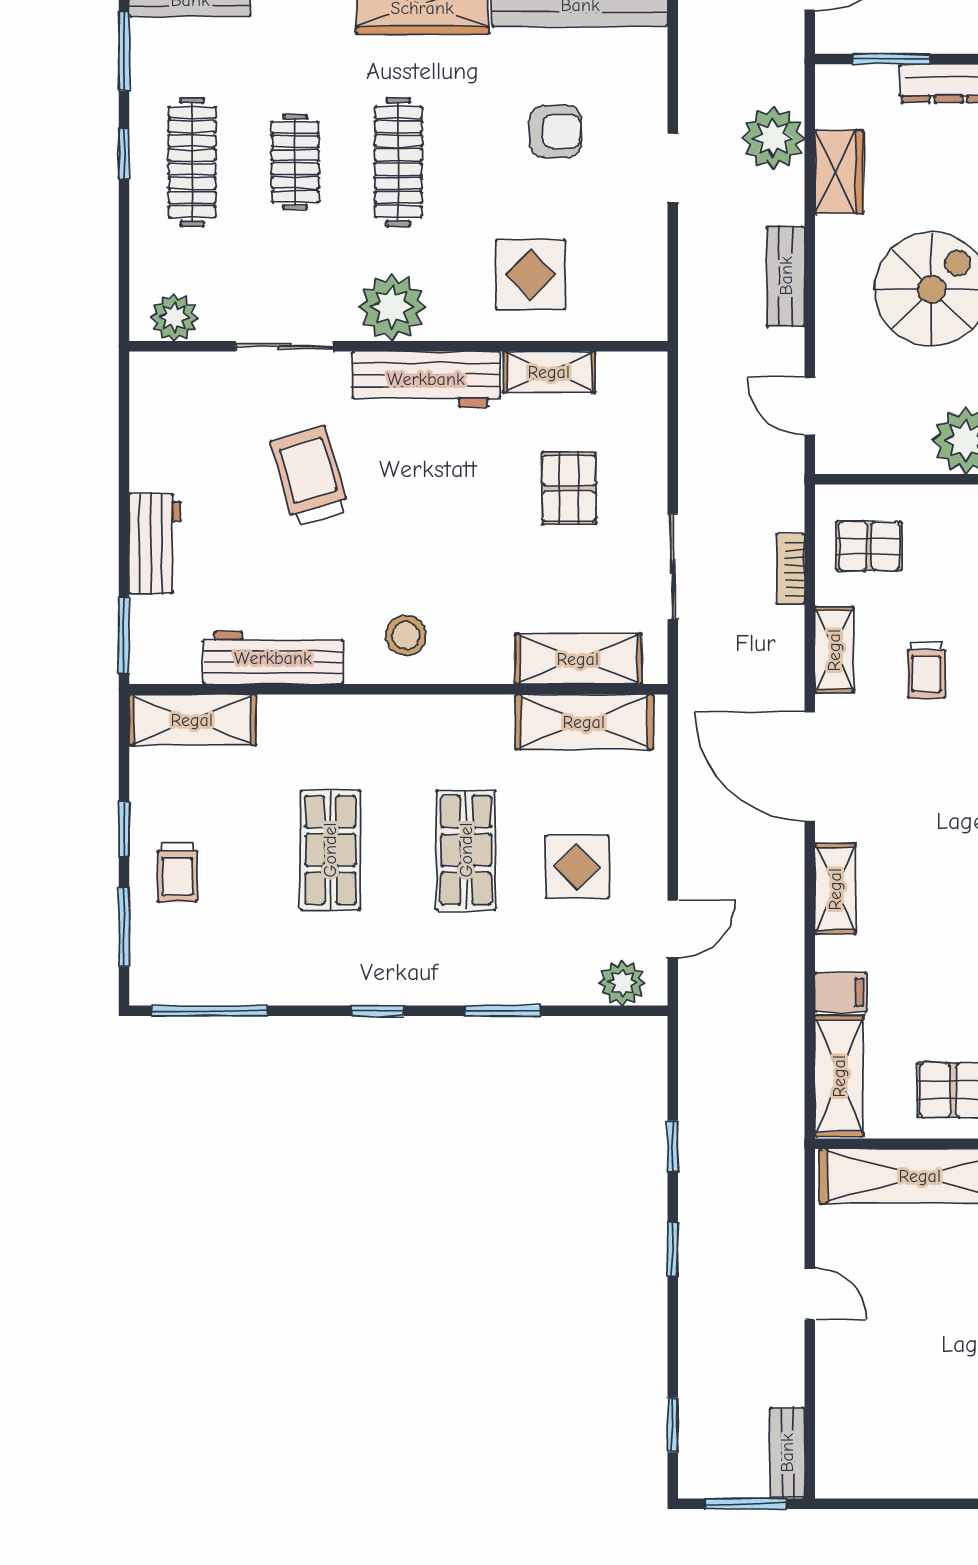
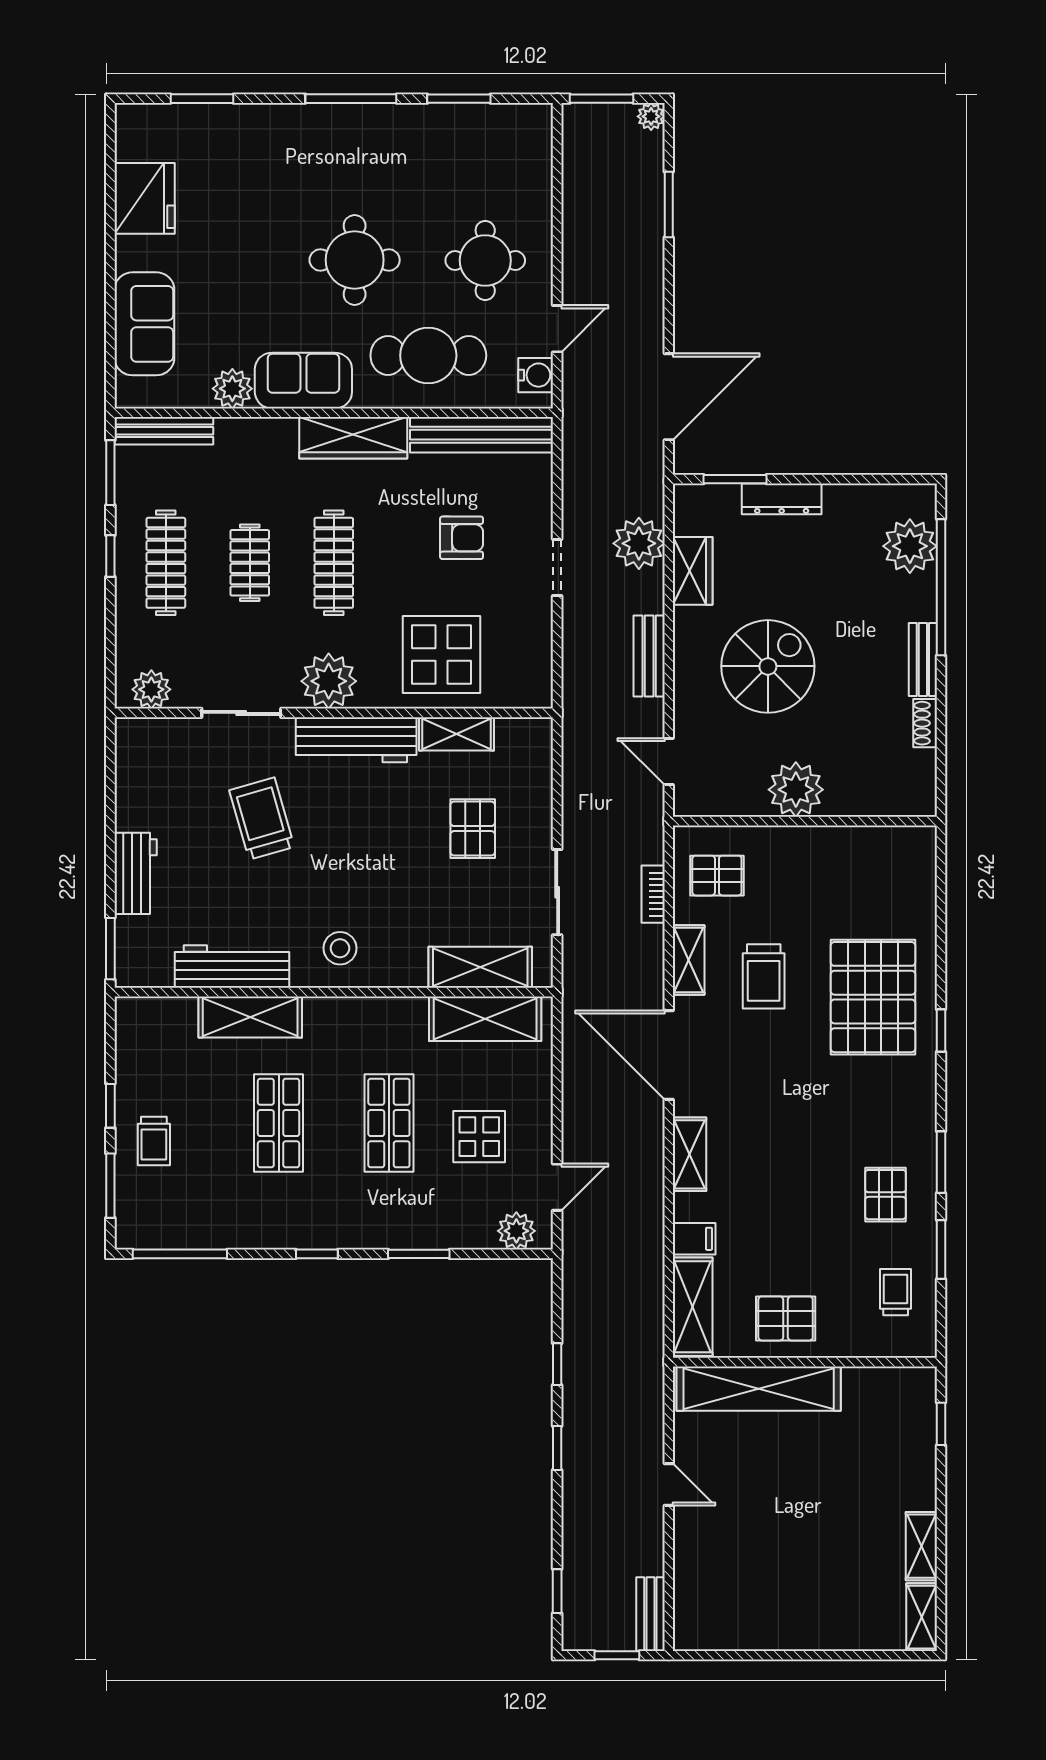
display table: (531, 275) -> (441, 655), width x1.36, depth x1.36
trolley: (926, 670) -> (764, 976), width x1.36, depth x1.39
shelving: (192, 720) -> (250, 1017), moved
window: (746, 1504) -> (617, 1655), width x0.67

